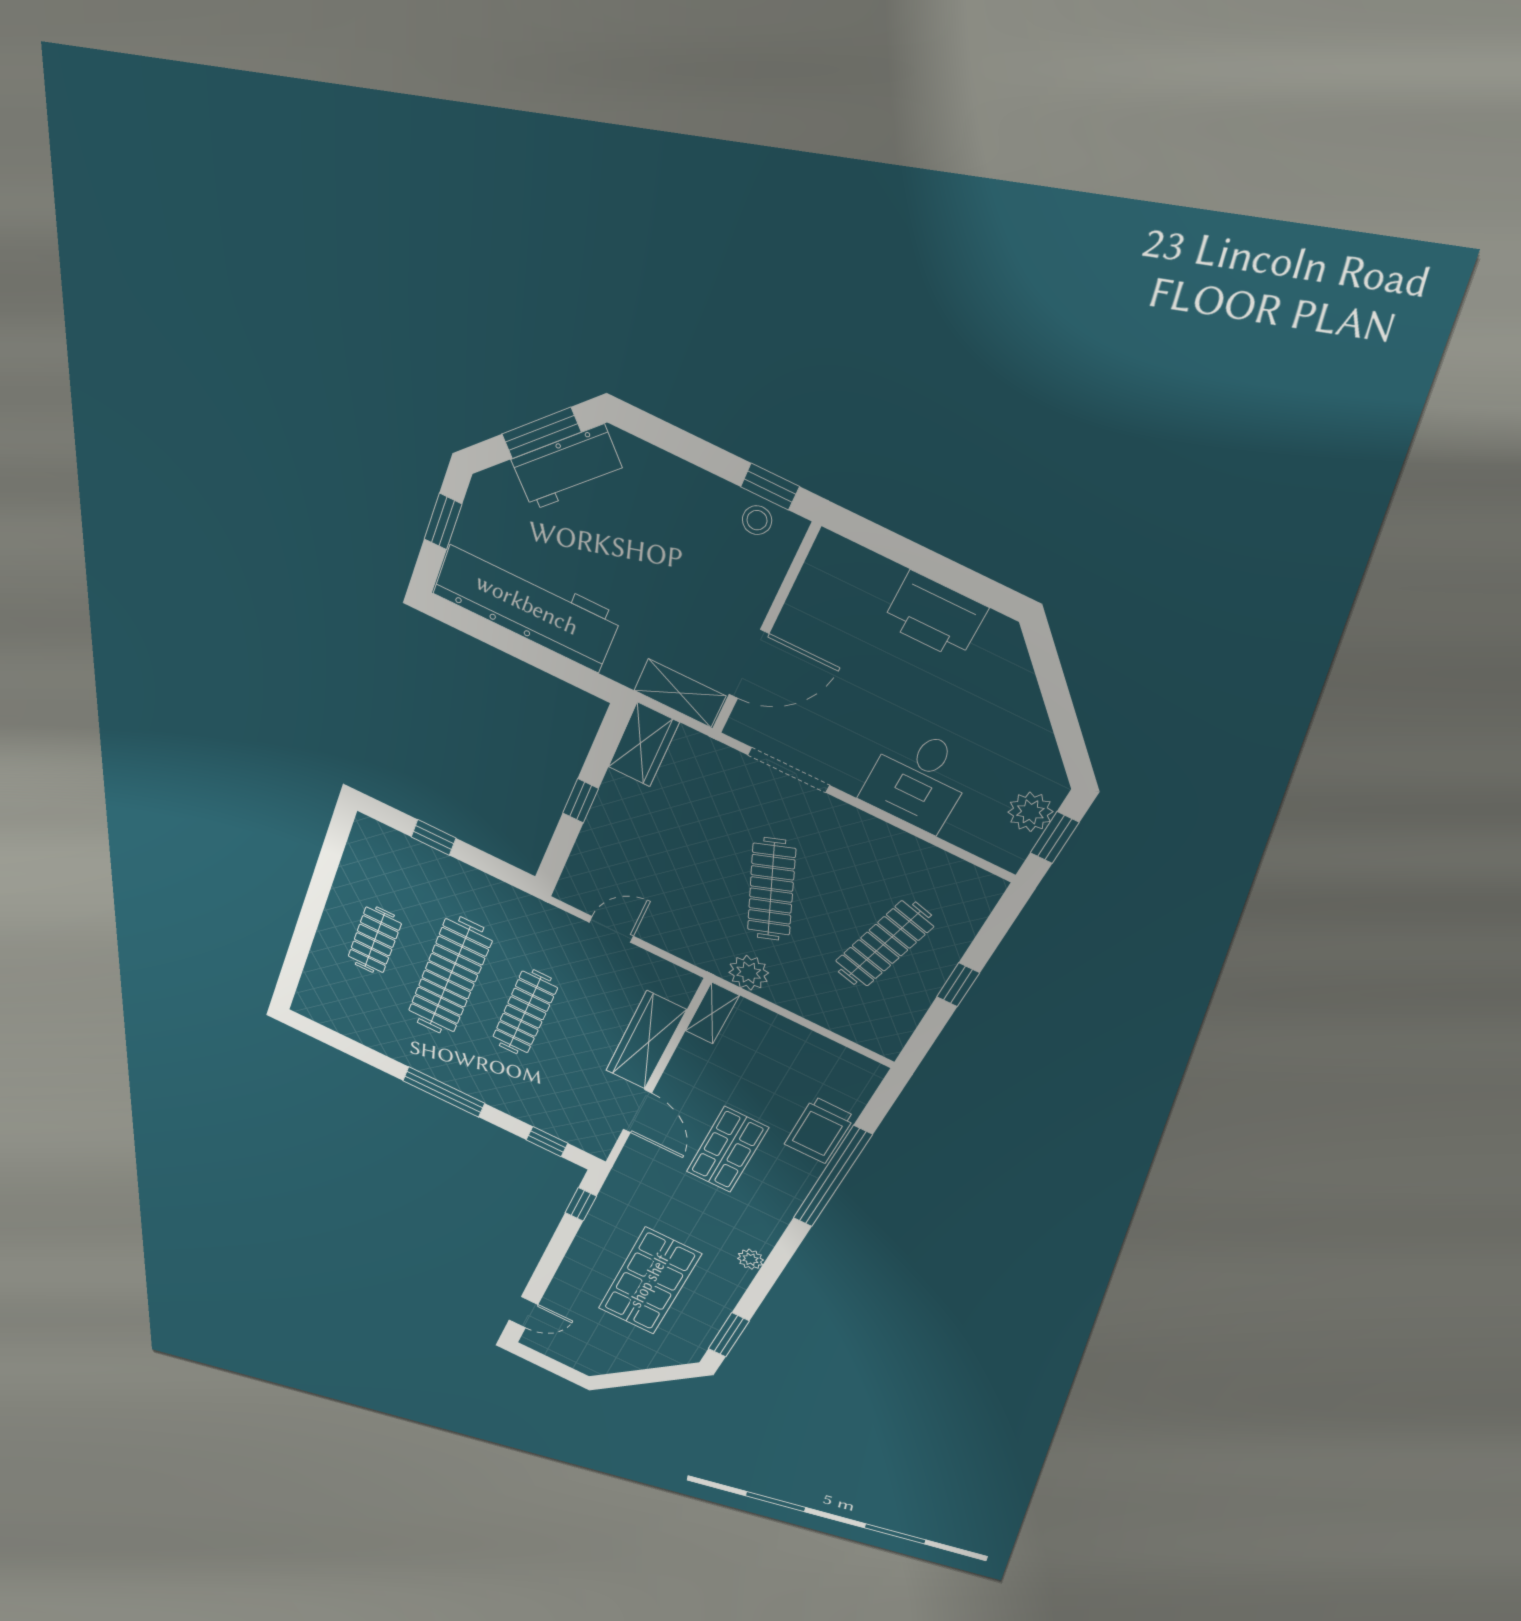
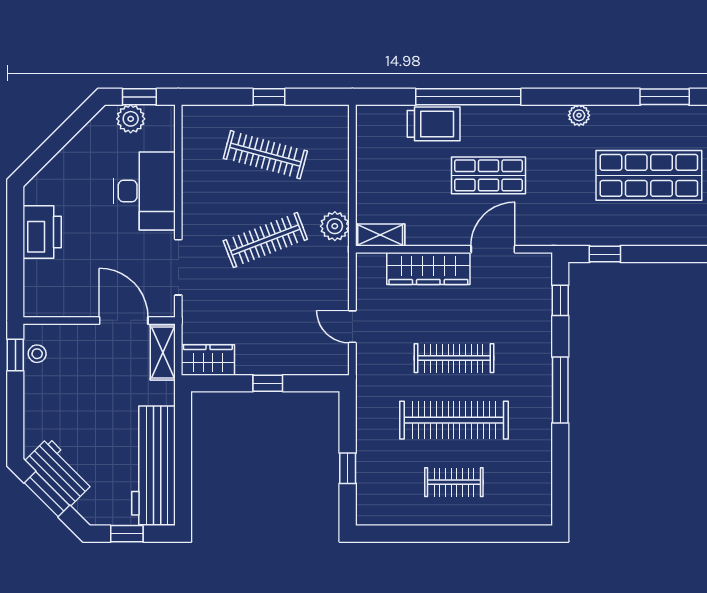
desk: (918, 779) -> (144, 191), width x1.37

